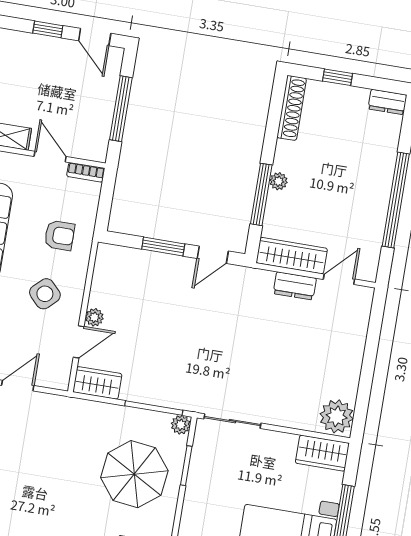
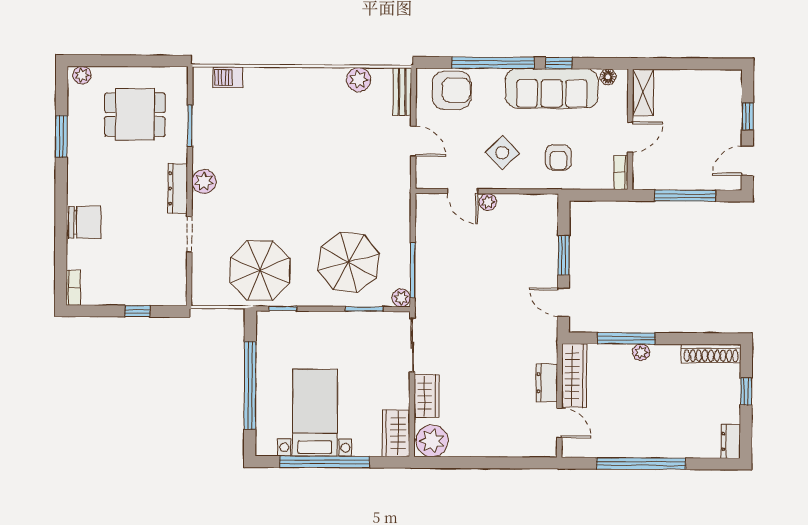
wardrobe: (97, 383) -> (427, 396), moved

